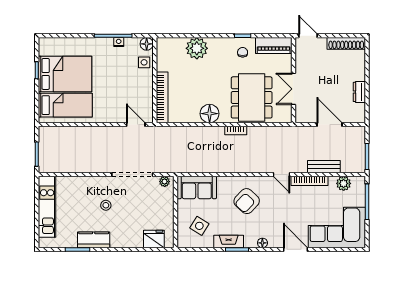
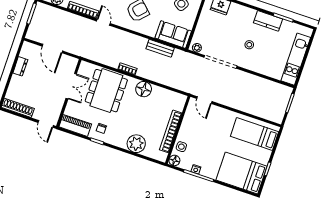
bed: (65, 74) -> (241, 173), moved
bookcase: (162, 97) -> (171, 131), moved
bench: (324, 167) -> (160, 48), moved

